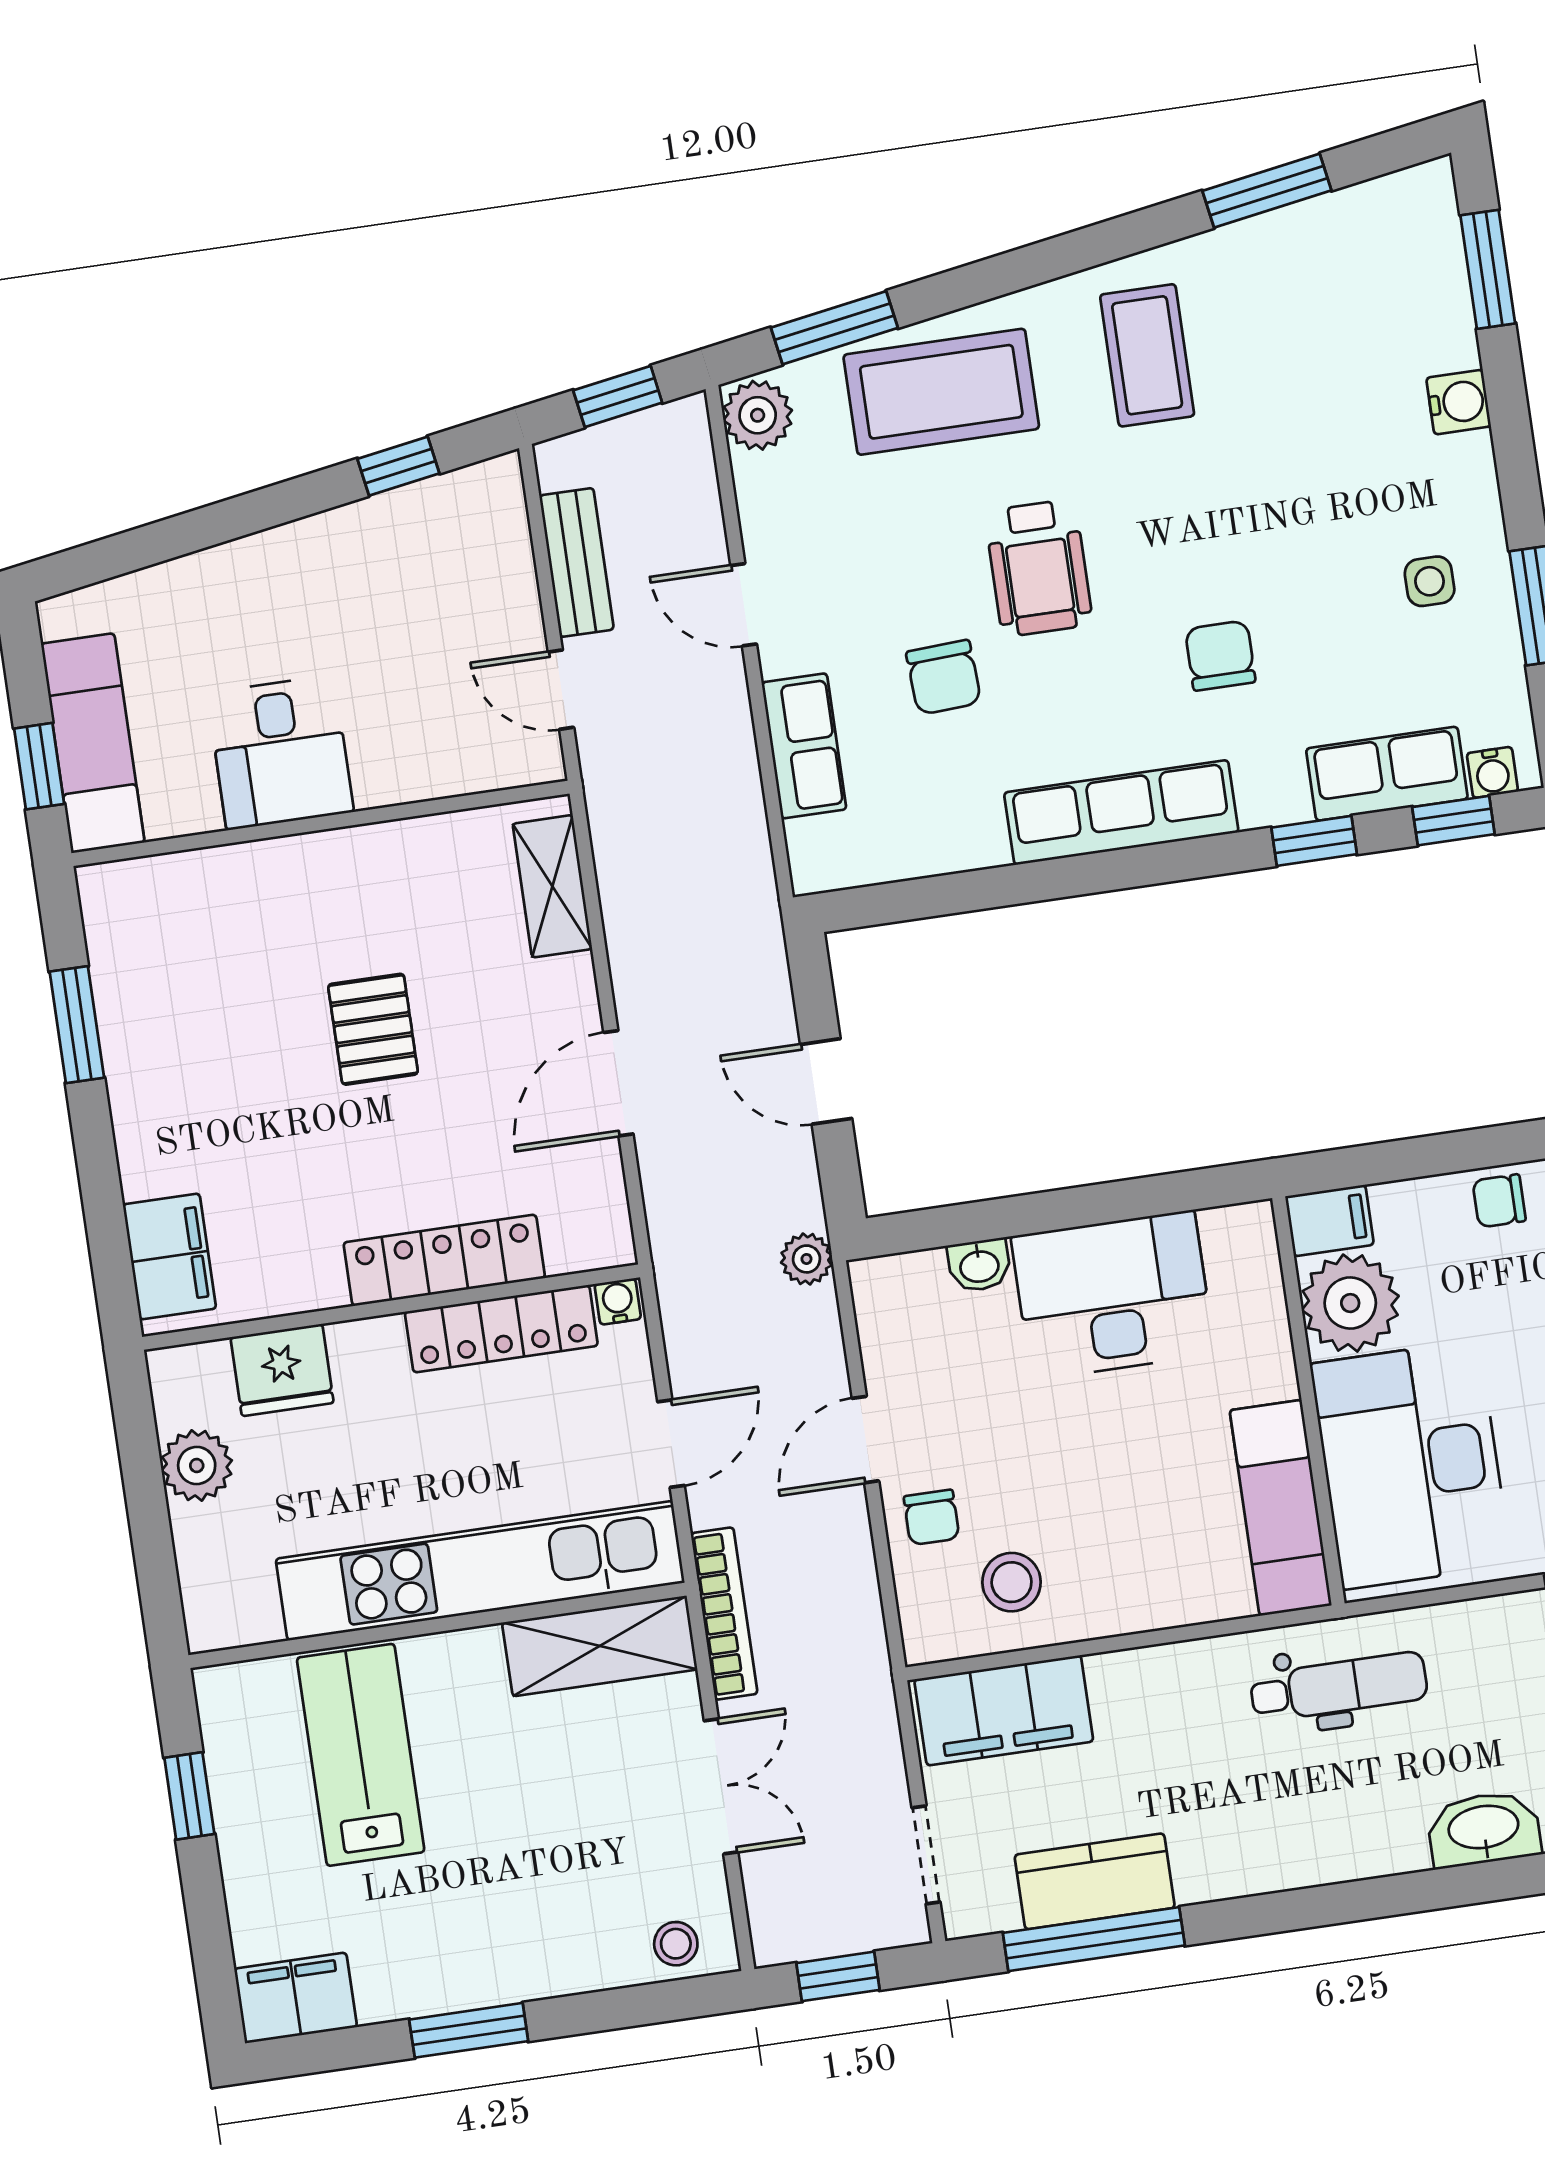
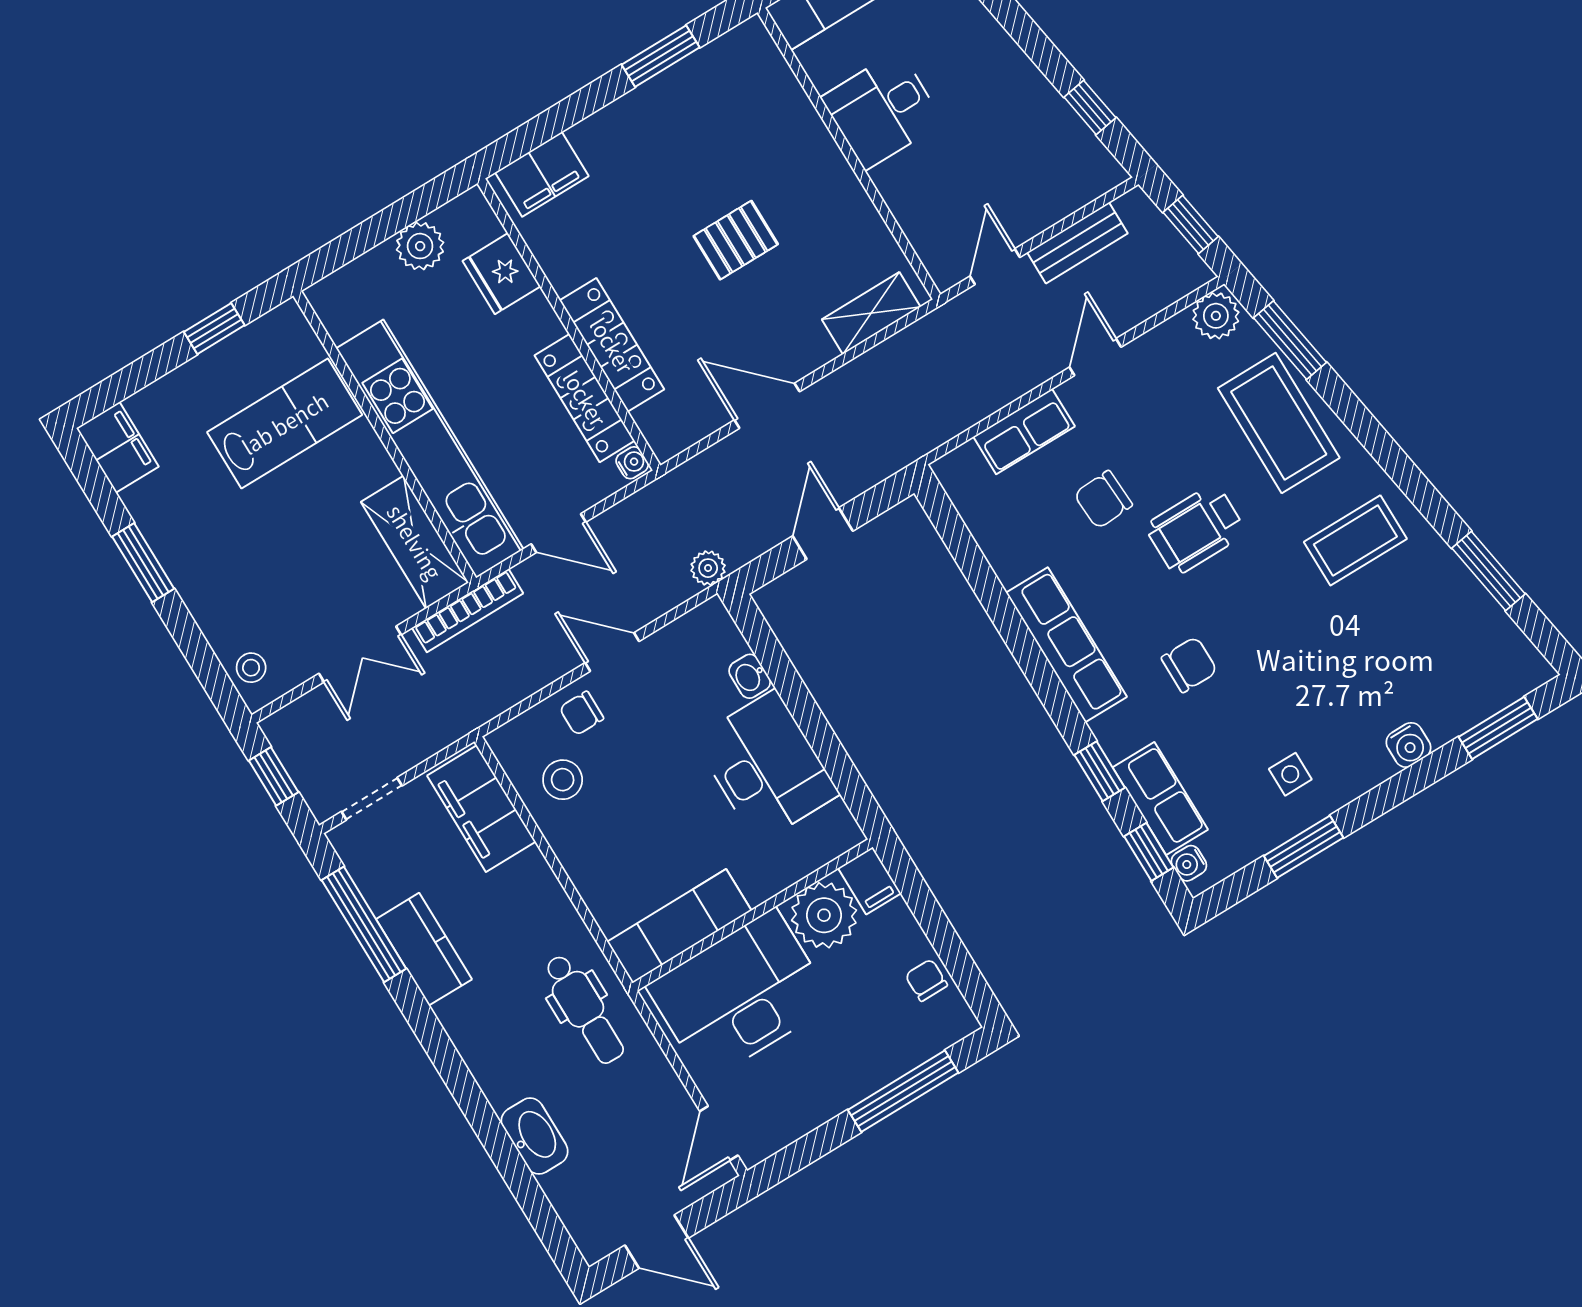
kitchen counter: (1095, 1881) -> (424, 949), moved

